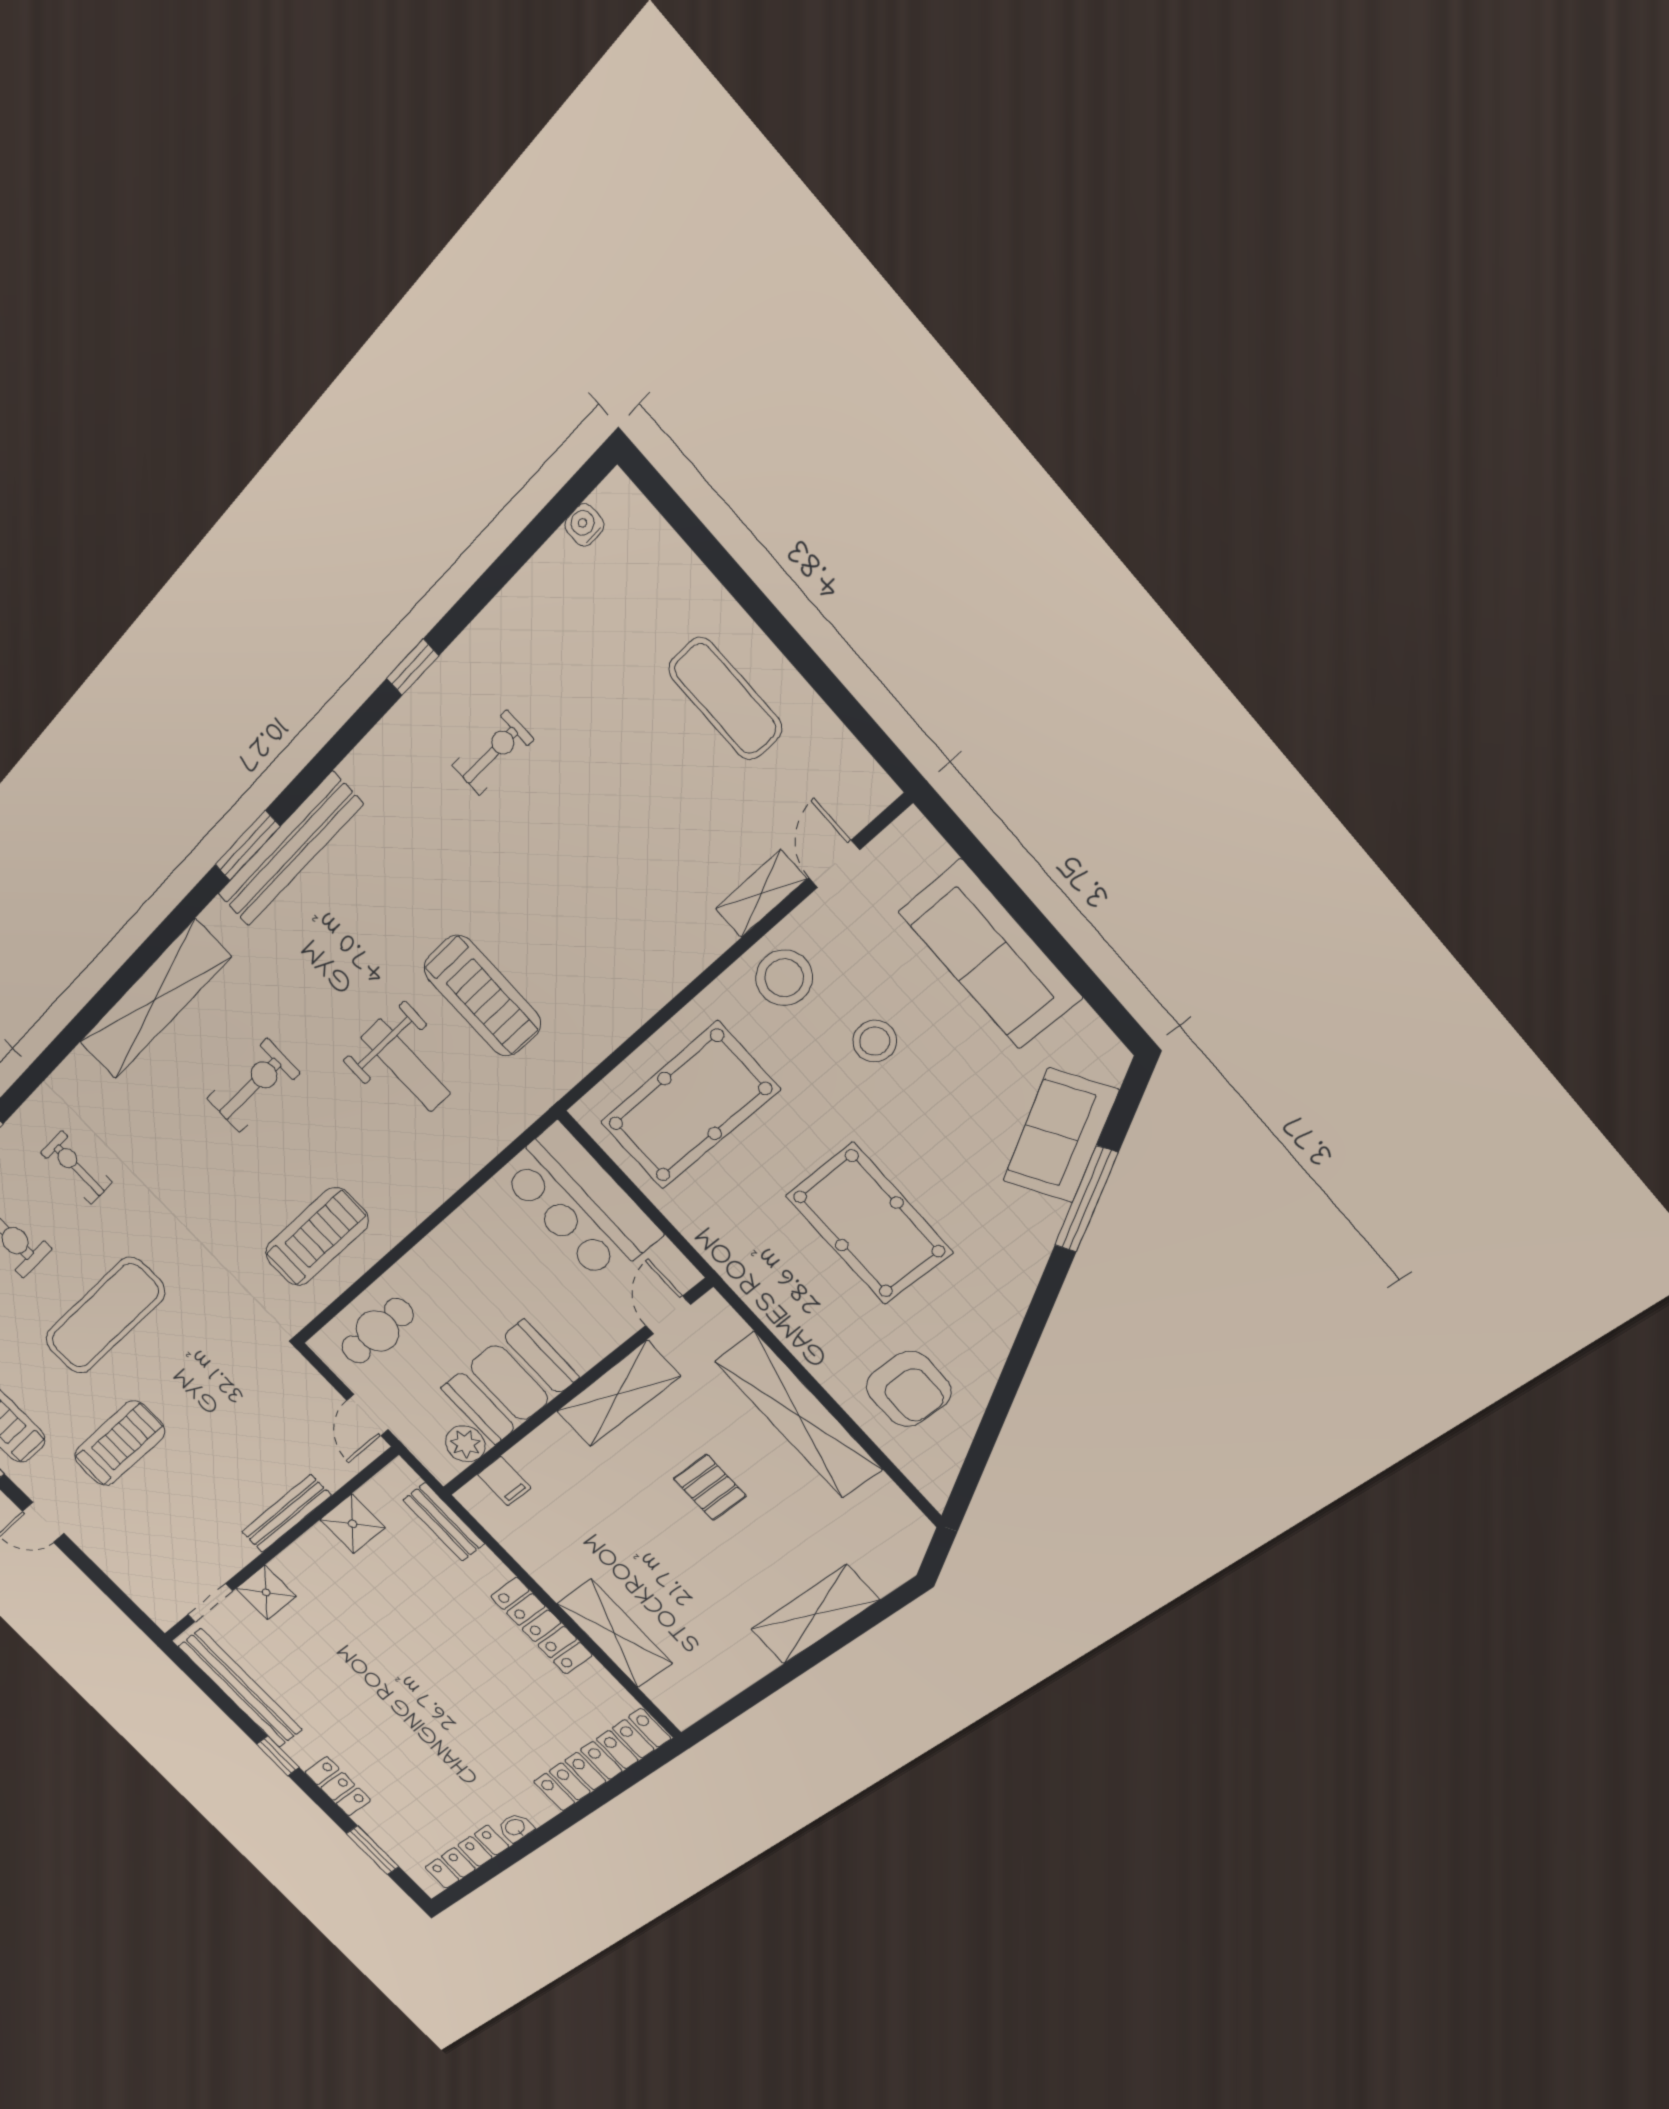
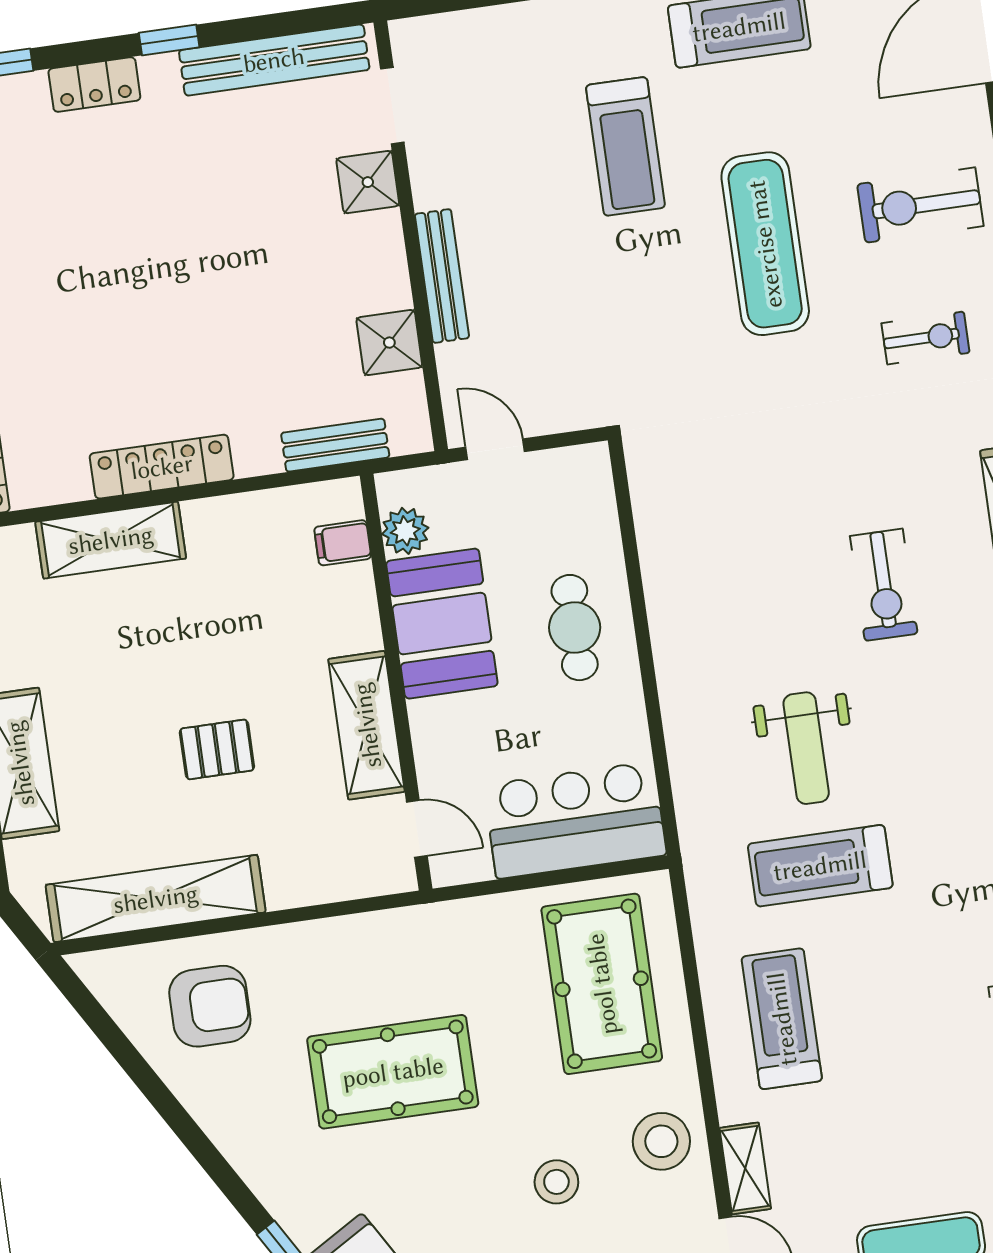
weight bench: (406, 1065) -> (806, 748), turned -90
treadmill: (317, 1237) -> (782, 1019), moved, turned 180
cafe table: (377, 1331) -> (575, 628), moved
armchair: (909, 1389) -> (210, 1006), turned 180
shelving: (799, 1415) -> (156, 899), moved

